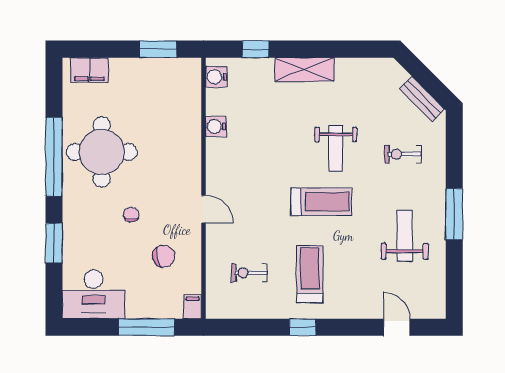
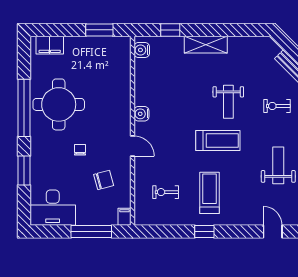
water cooler: (216, 126) -> (141, 114), moved

